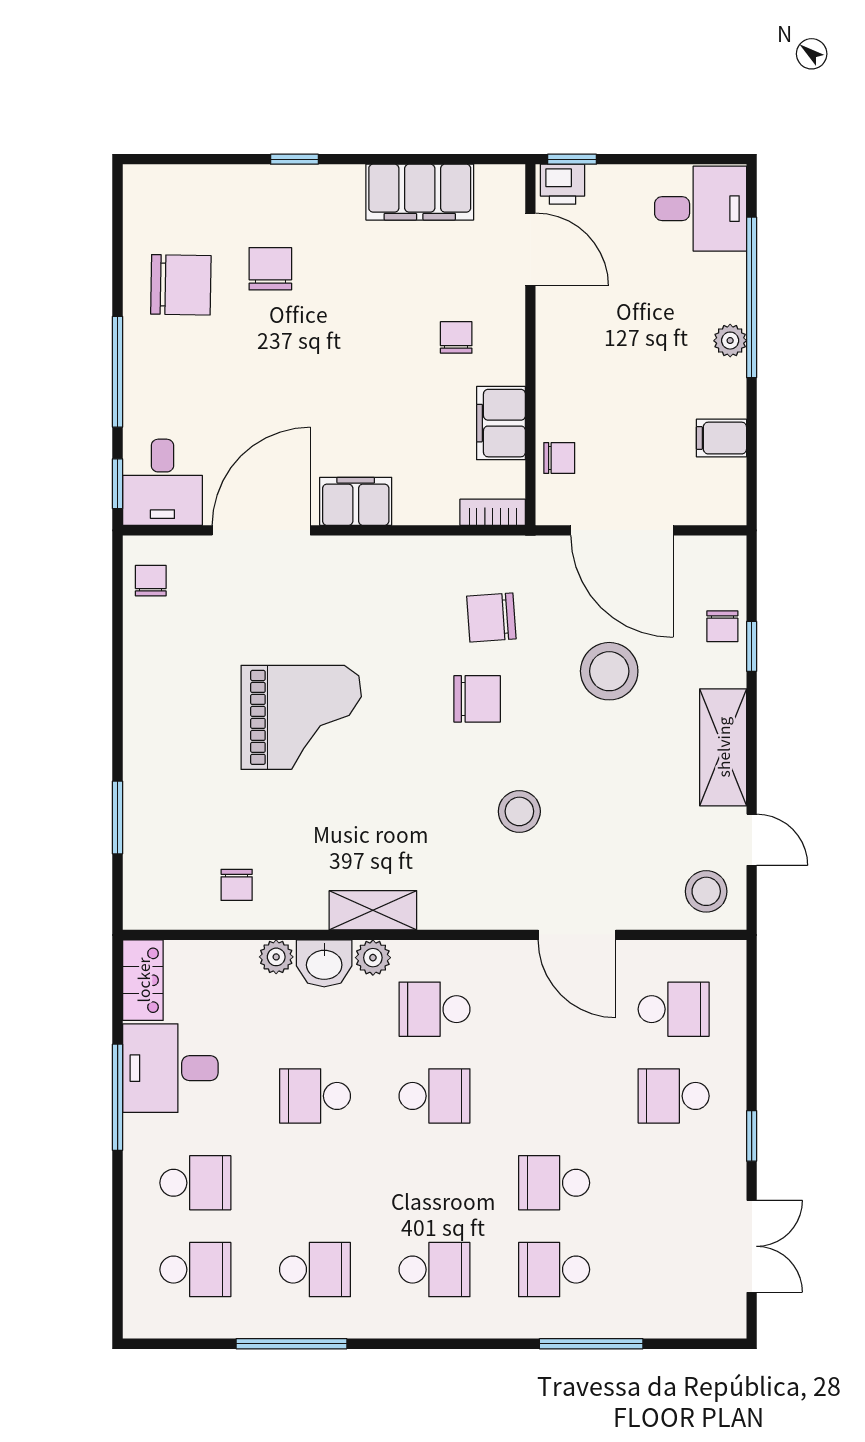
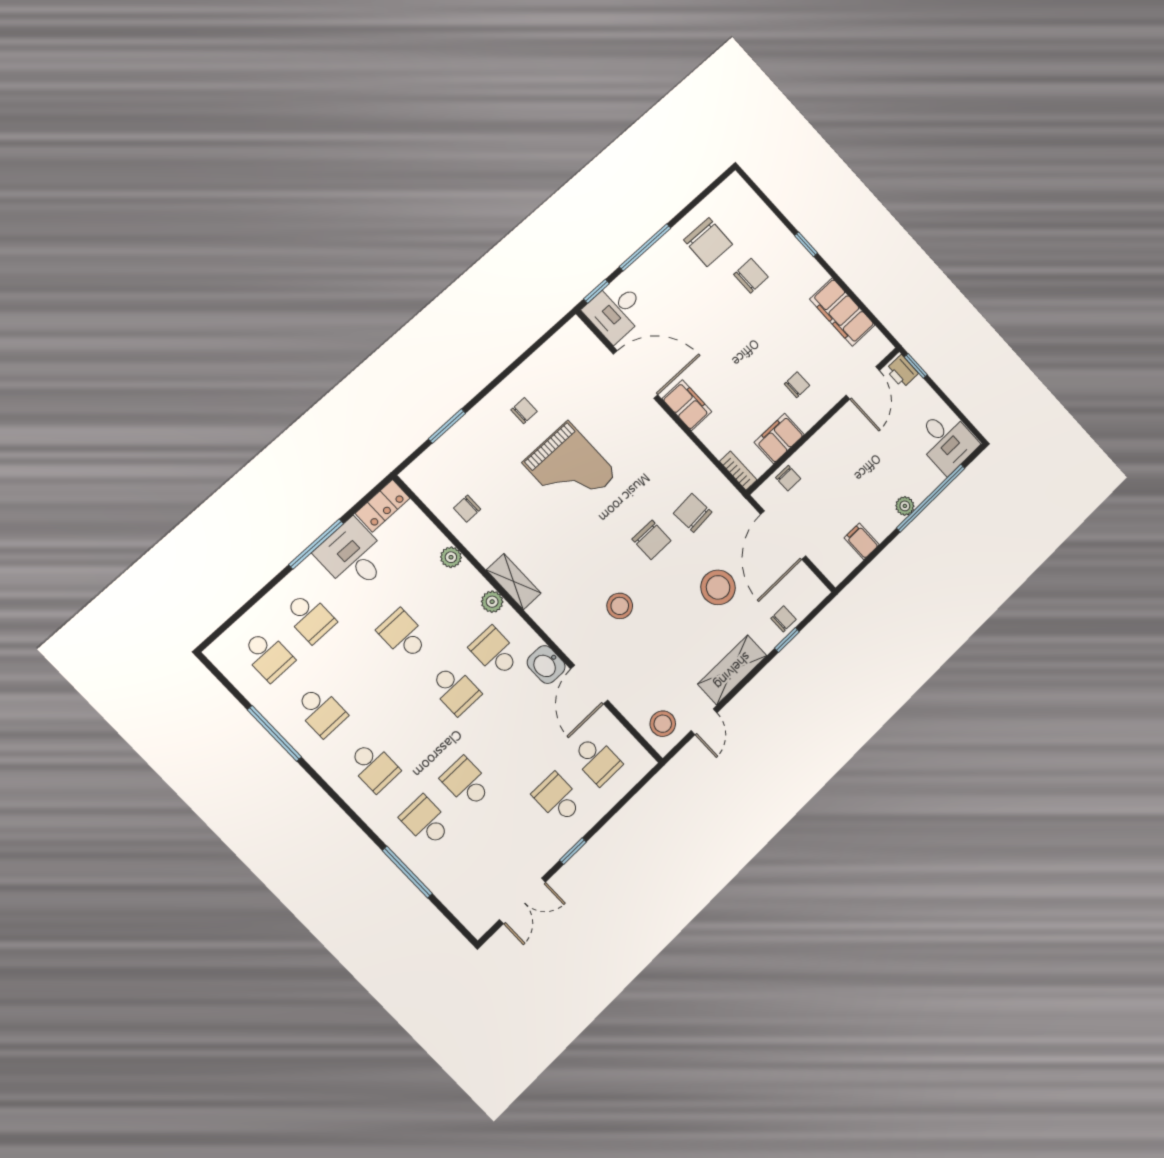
chair: (151, 581) -> (524, 411), moved
chair: (722, 626) -> (783, 619), turned 180
washbasin: (324, 963) -> (546, 665), moved

